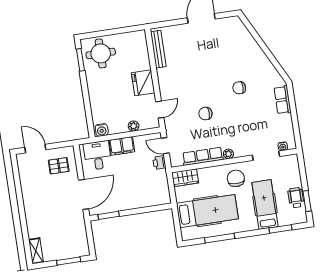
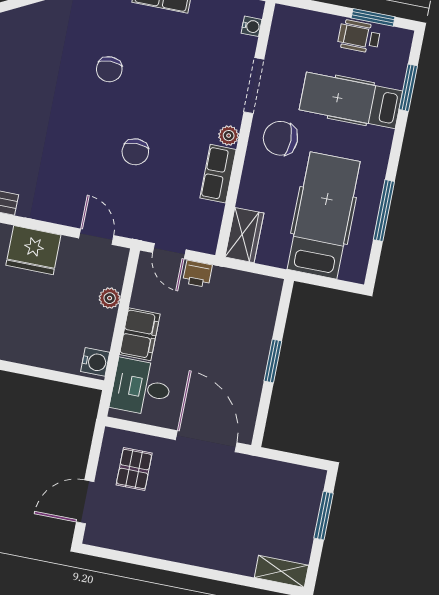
door: (165, 146) -> (169, 251), hinge flipped
row of seats: (203, 156) -> (218, 174), width x0.68
doorway: (266, 156) -> (254, 86), moved
window: (109, 215) -> (273, 361), moved

